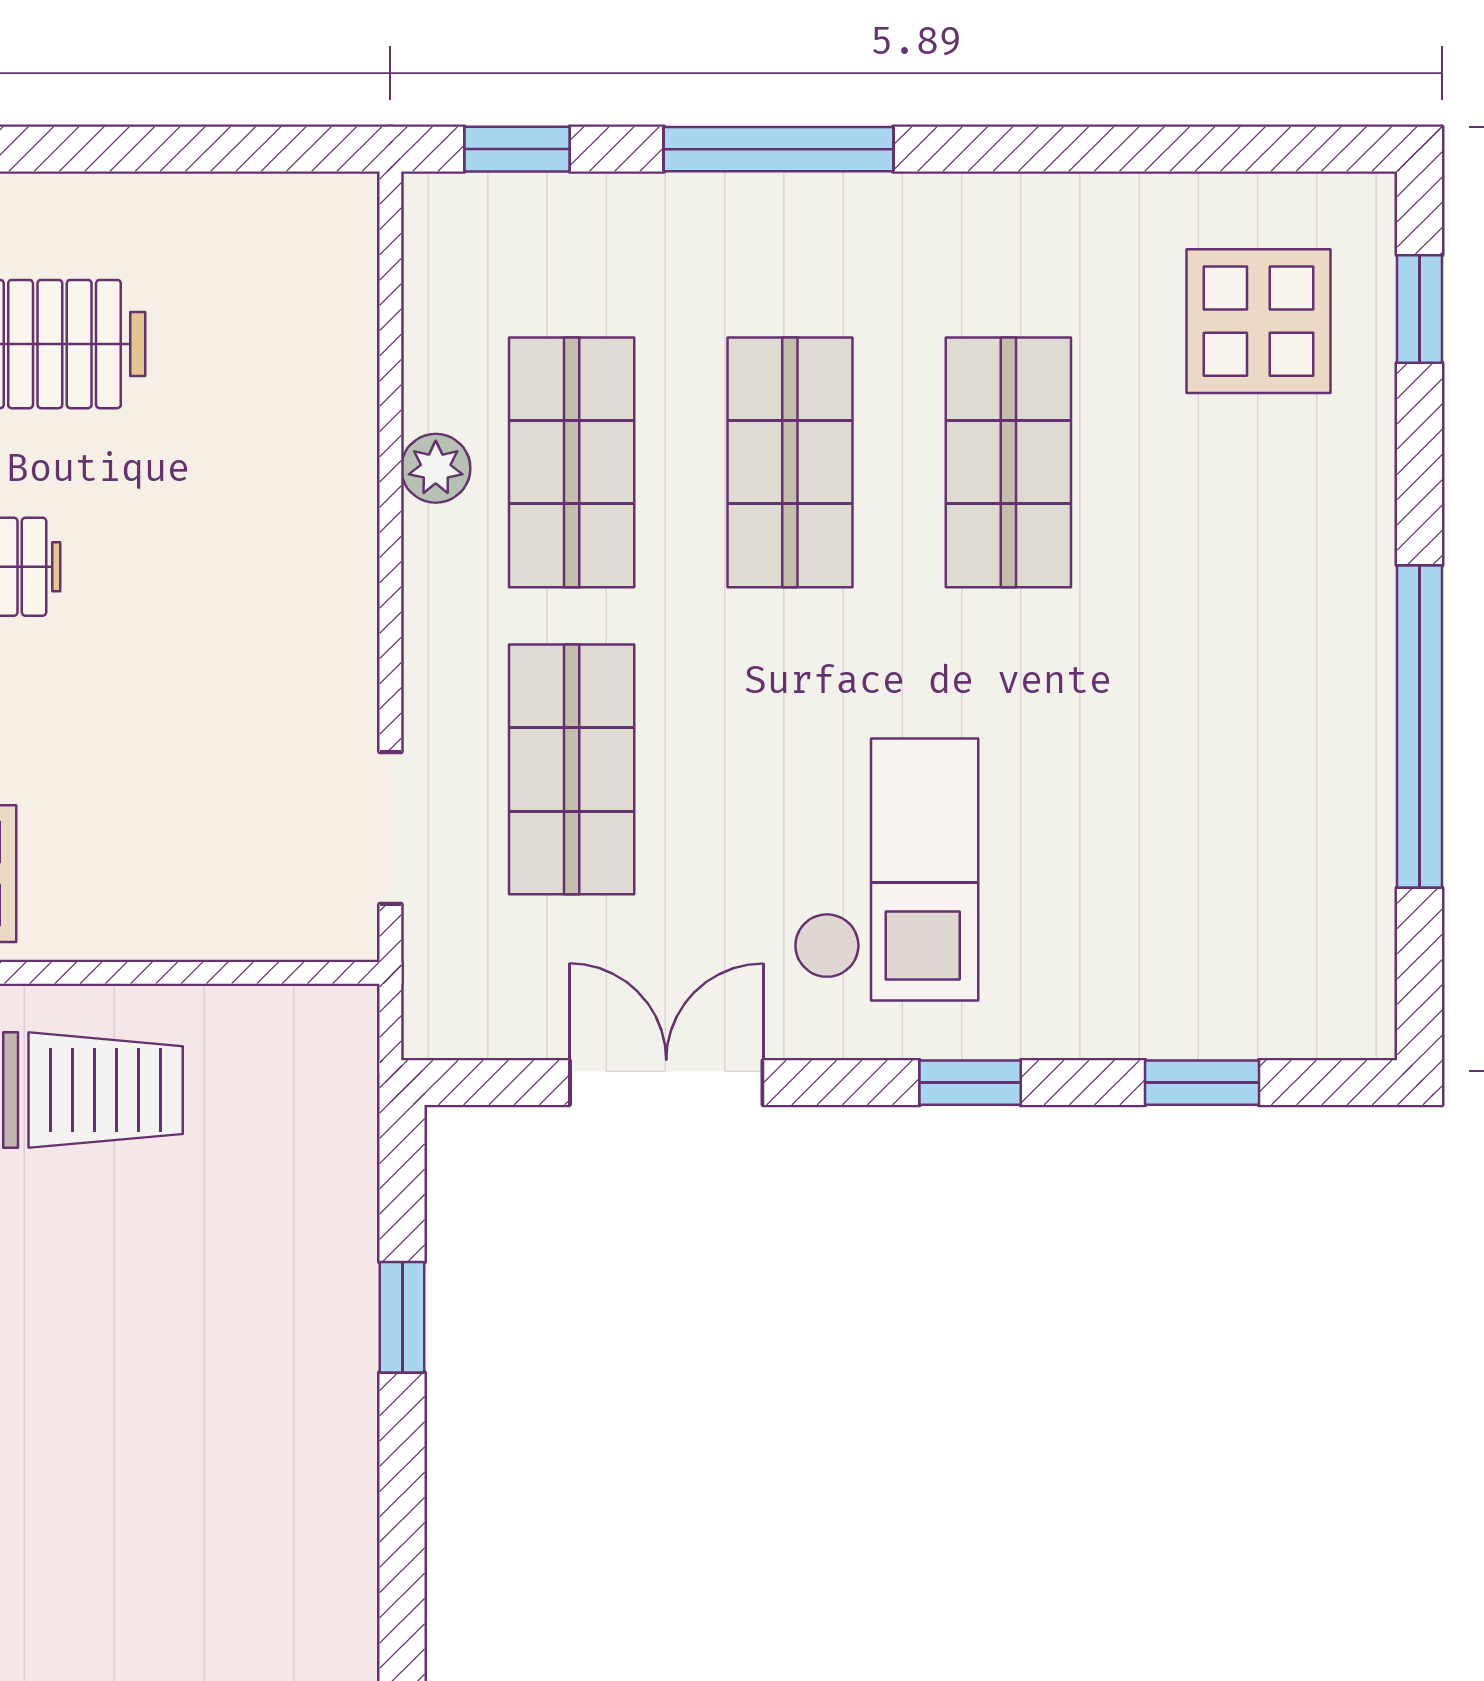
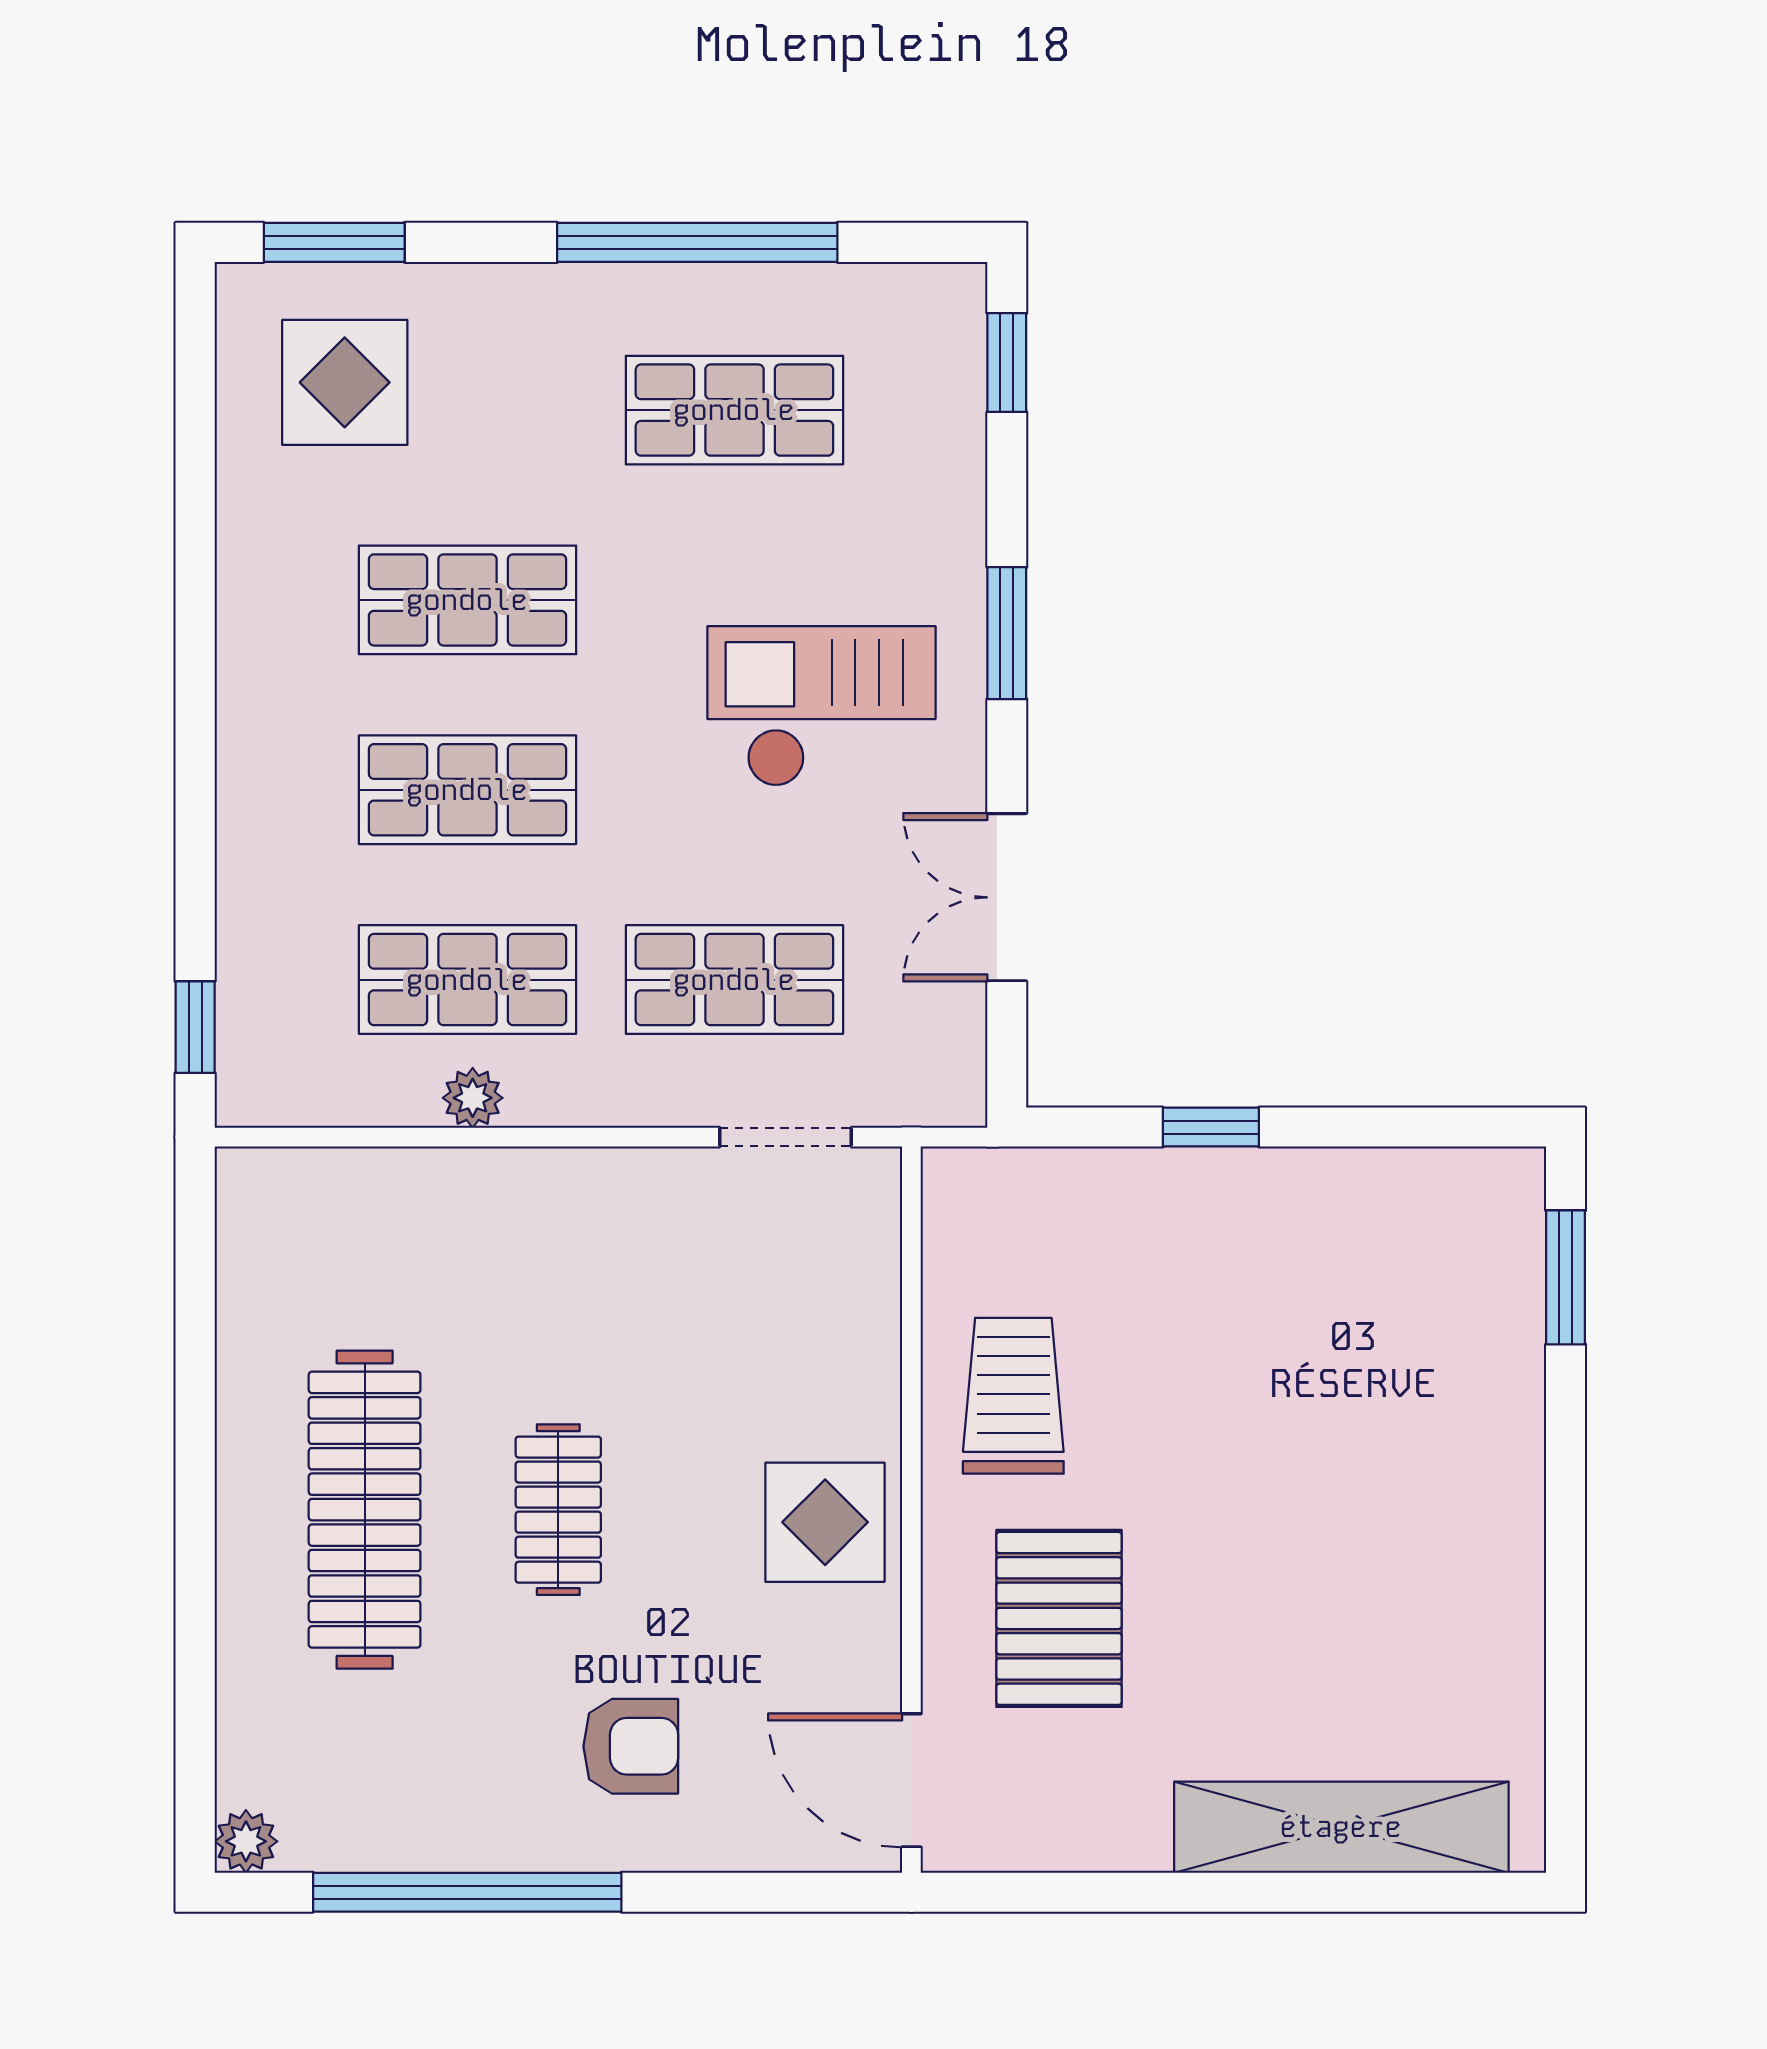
window: (779, 149) -> (195, 800), removed
window: (1419, 309) -> (334, 242), width x1.50
shop shelf: (1227, 769) -> (734, 410), added
window: (970, 1083) -> (1007, 633), width x1.50
window: (1202, 1083) -> (1007, 363), moved

